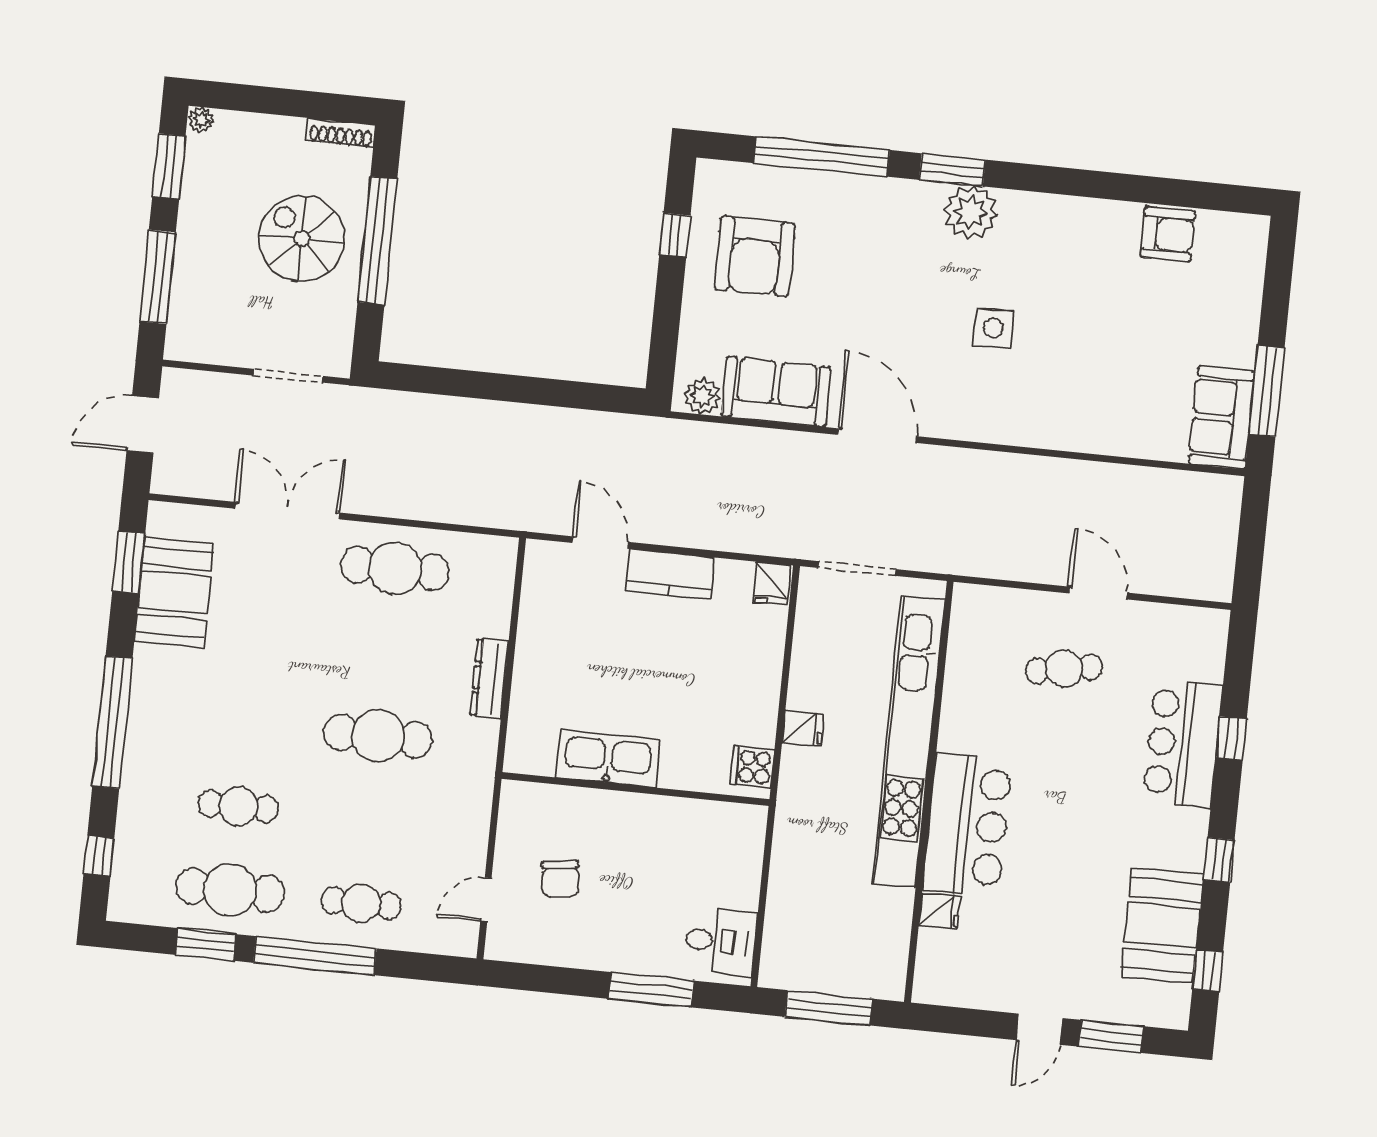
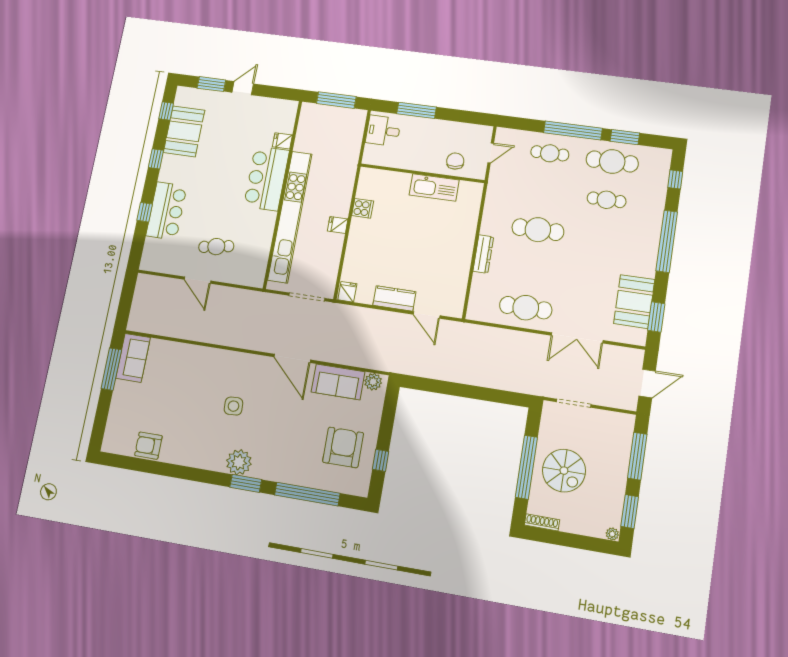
kitchen sink: (608, 759) -> (434, 187), moved
wall: (636, 789) -> (422, 173), moved

